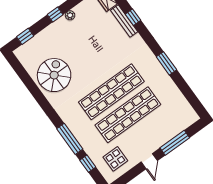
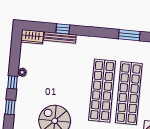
window: (25, 36) -> (10, 107), moved
window: (166, 63) -> (129, 35), moved

